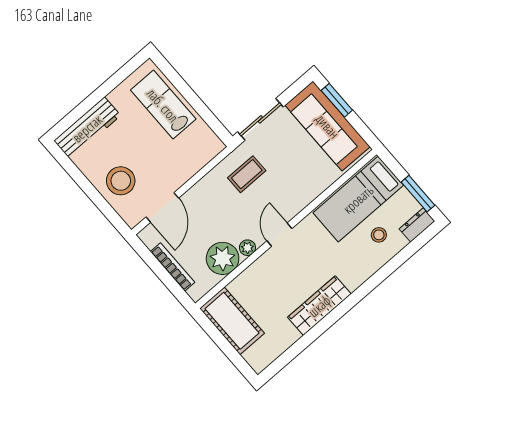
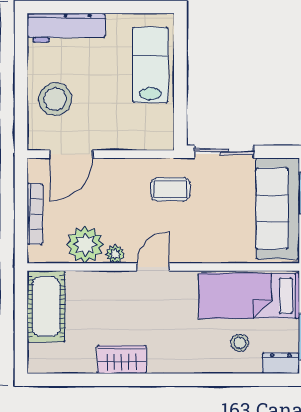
wardrobe: (319, 306) -> (122, 360), width x0.67

